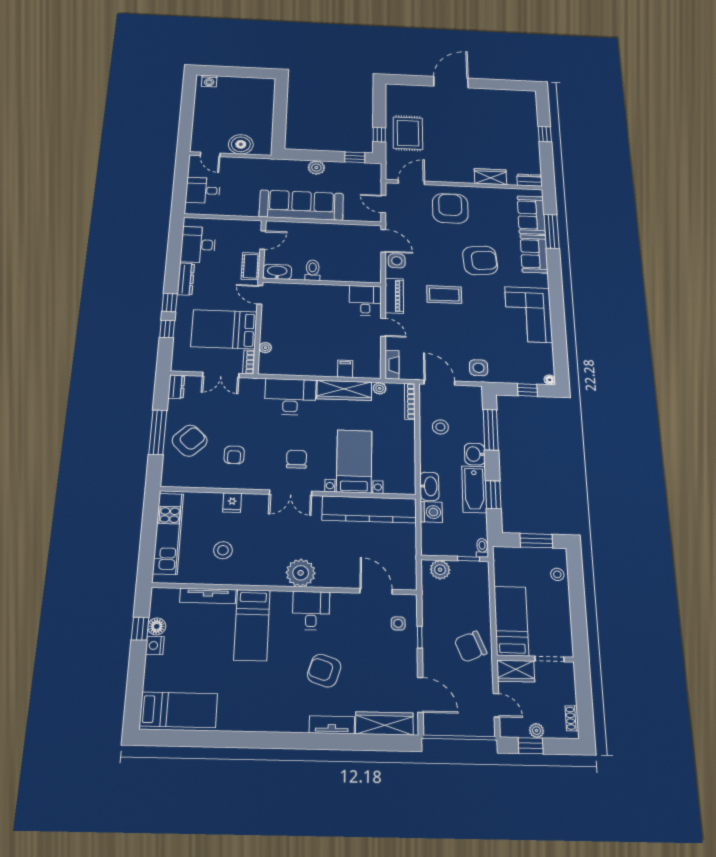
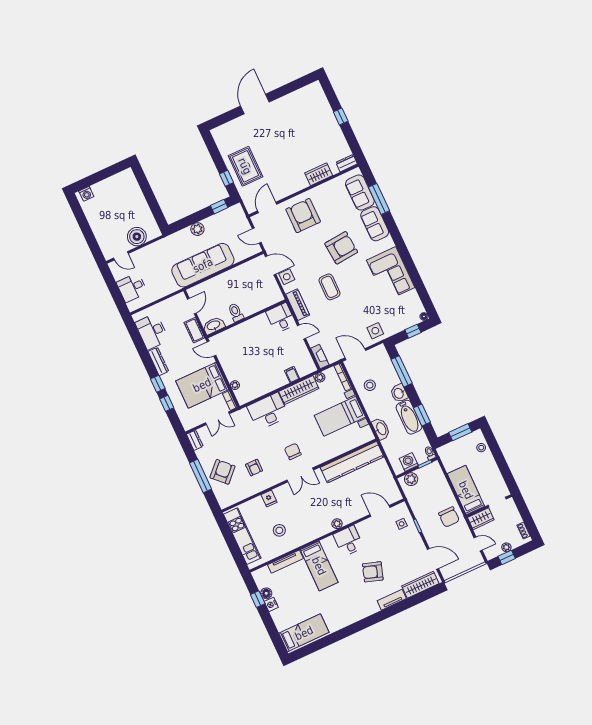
coffee table: (444, 295) -> (329, 287), turned 90
bed with nightstands: (354, 461) -> (340, 416), moved, turned -90
washing machine: (431, 512) -> (409, 462), moved, turned -90
plant: (301, 573) -> (337, 524), width x0.53, depth x0.53
chair: (471, 647) -> (449, 517), turned -67

